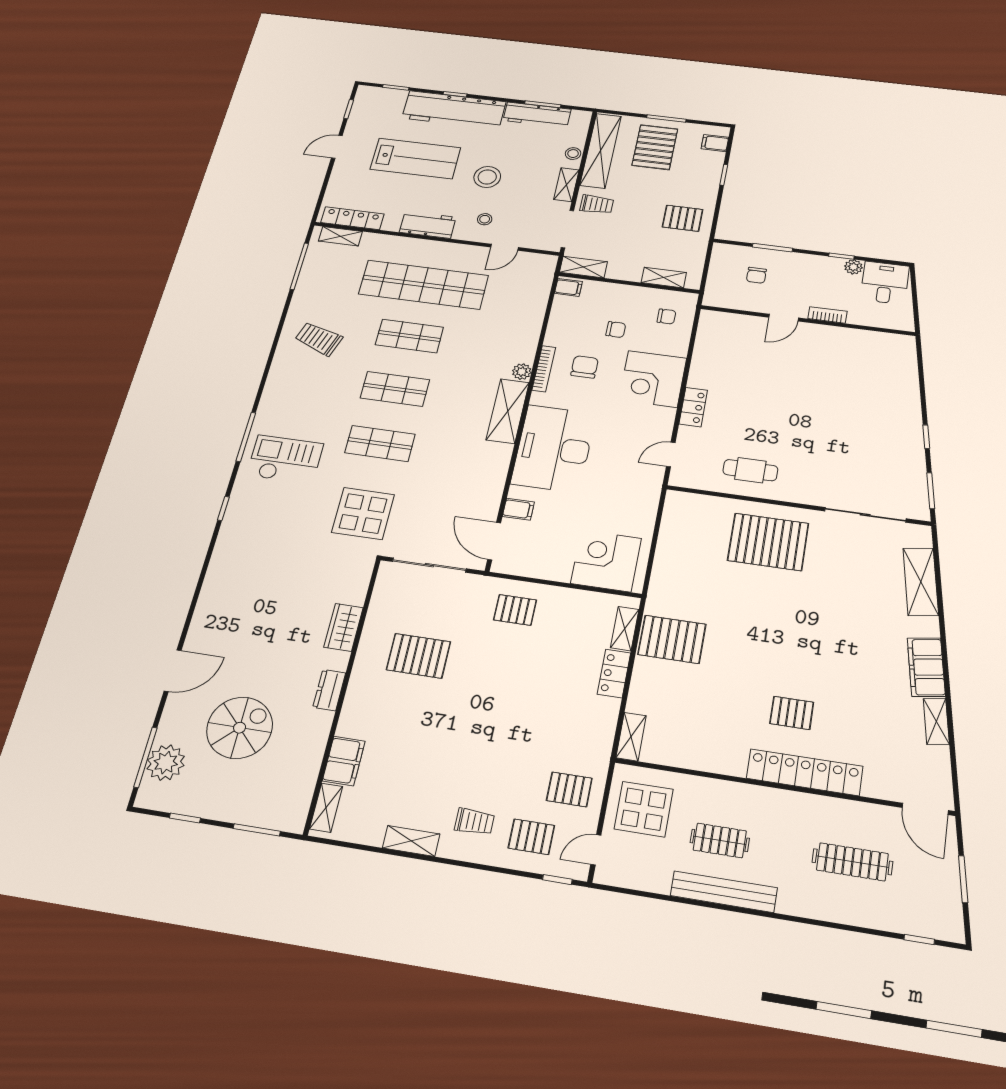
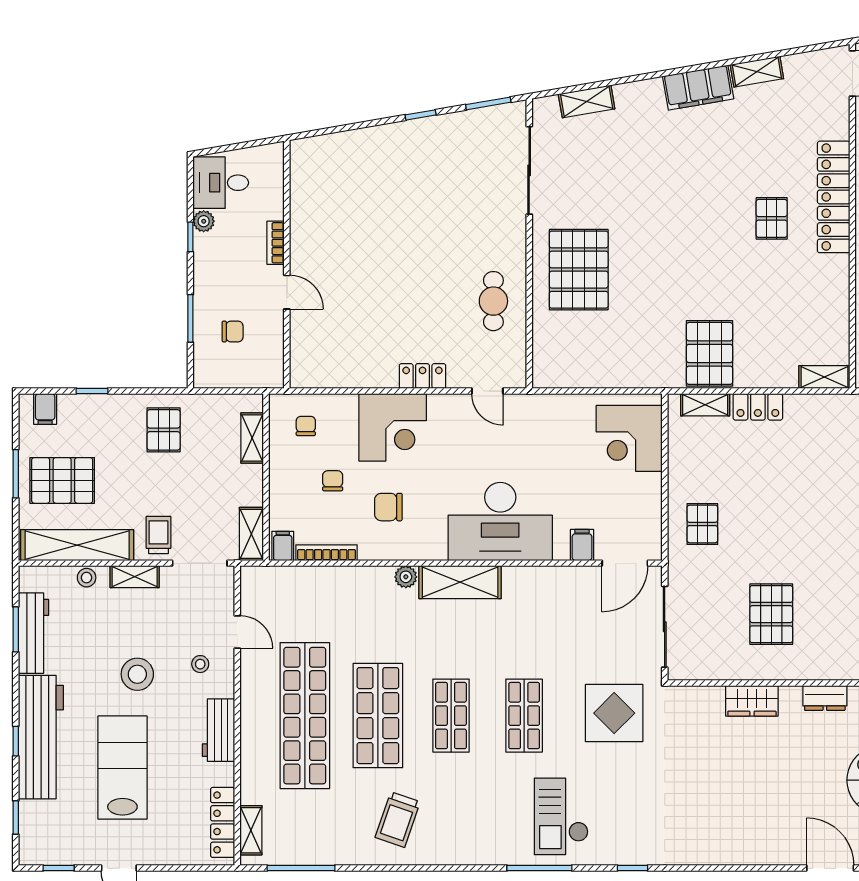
shop shelf: (409, 336) -> (378, 716), width x1.43, depth x1.36
bookcase: (544, 369) -> (326, 553), moved
shelving: (921, 582) -> (587, 101), width x0.67, depth x0.75

